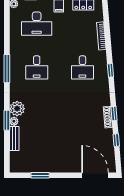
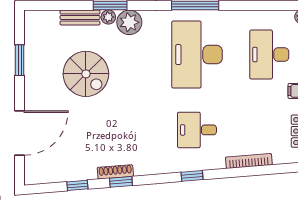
desk: (37, 67) -> (197, 55), width x1.87, depth x1.30
spiral stairs: (48, 135) -> (86, 74), added
door: (95, 175) -> (20, 133), moved

